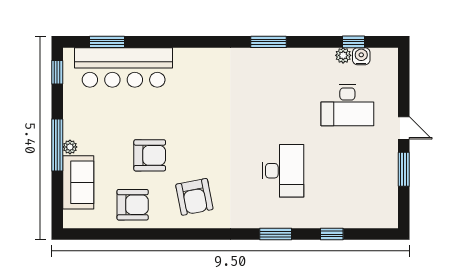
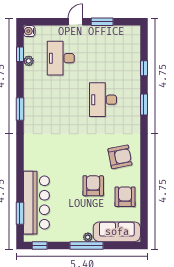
water cooler: (361, 56) -> (29, 31), moved
desk: (347, 105) -> (61, 58), turned 180
desk: (283, 171) -> (103, 100), turned -90
sofa: (78, 182) -> (117, 232), width x1.36

